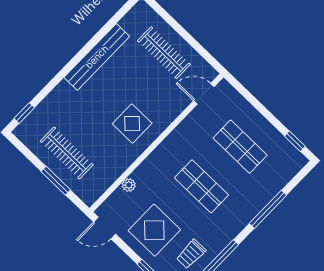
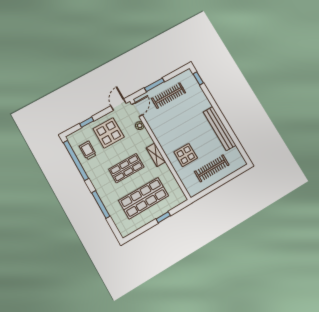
door: (204, 94) -> (137, 110), moved
display table: (132, 124) -> (186, 155), moved
window: (295, 141) -> (163, 217), moved
shelving: (168, 146) -> (156, 155), added
shop shelf: (240, 147) -> (144, 198), width x1.43, depth x1.36

